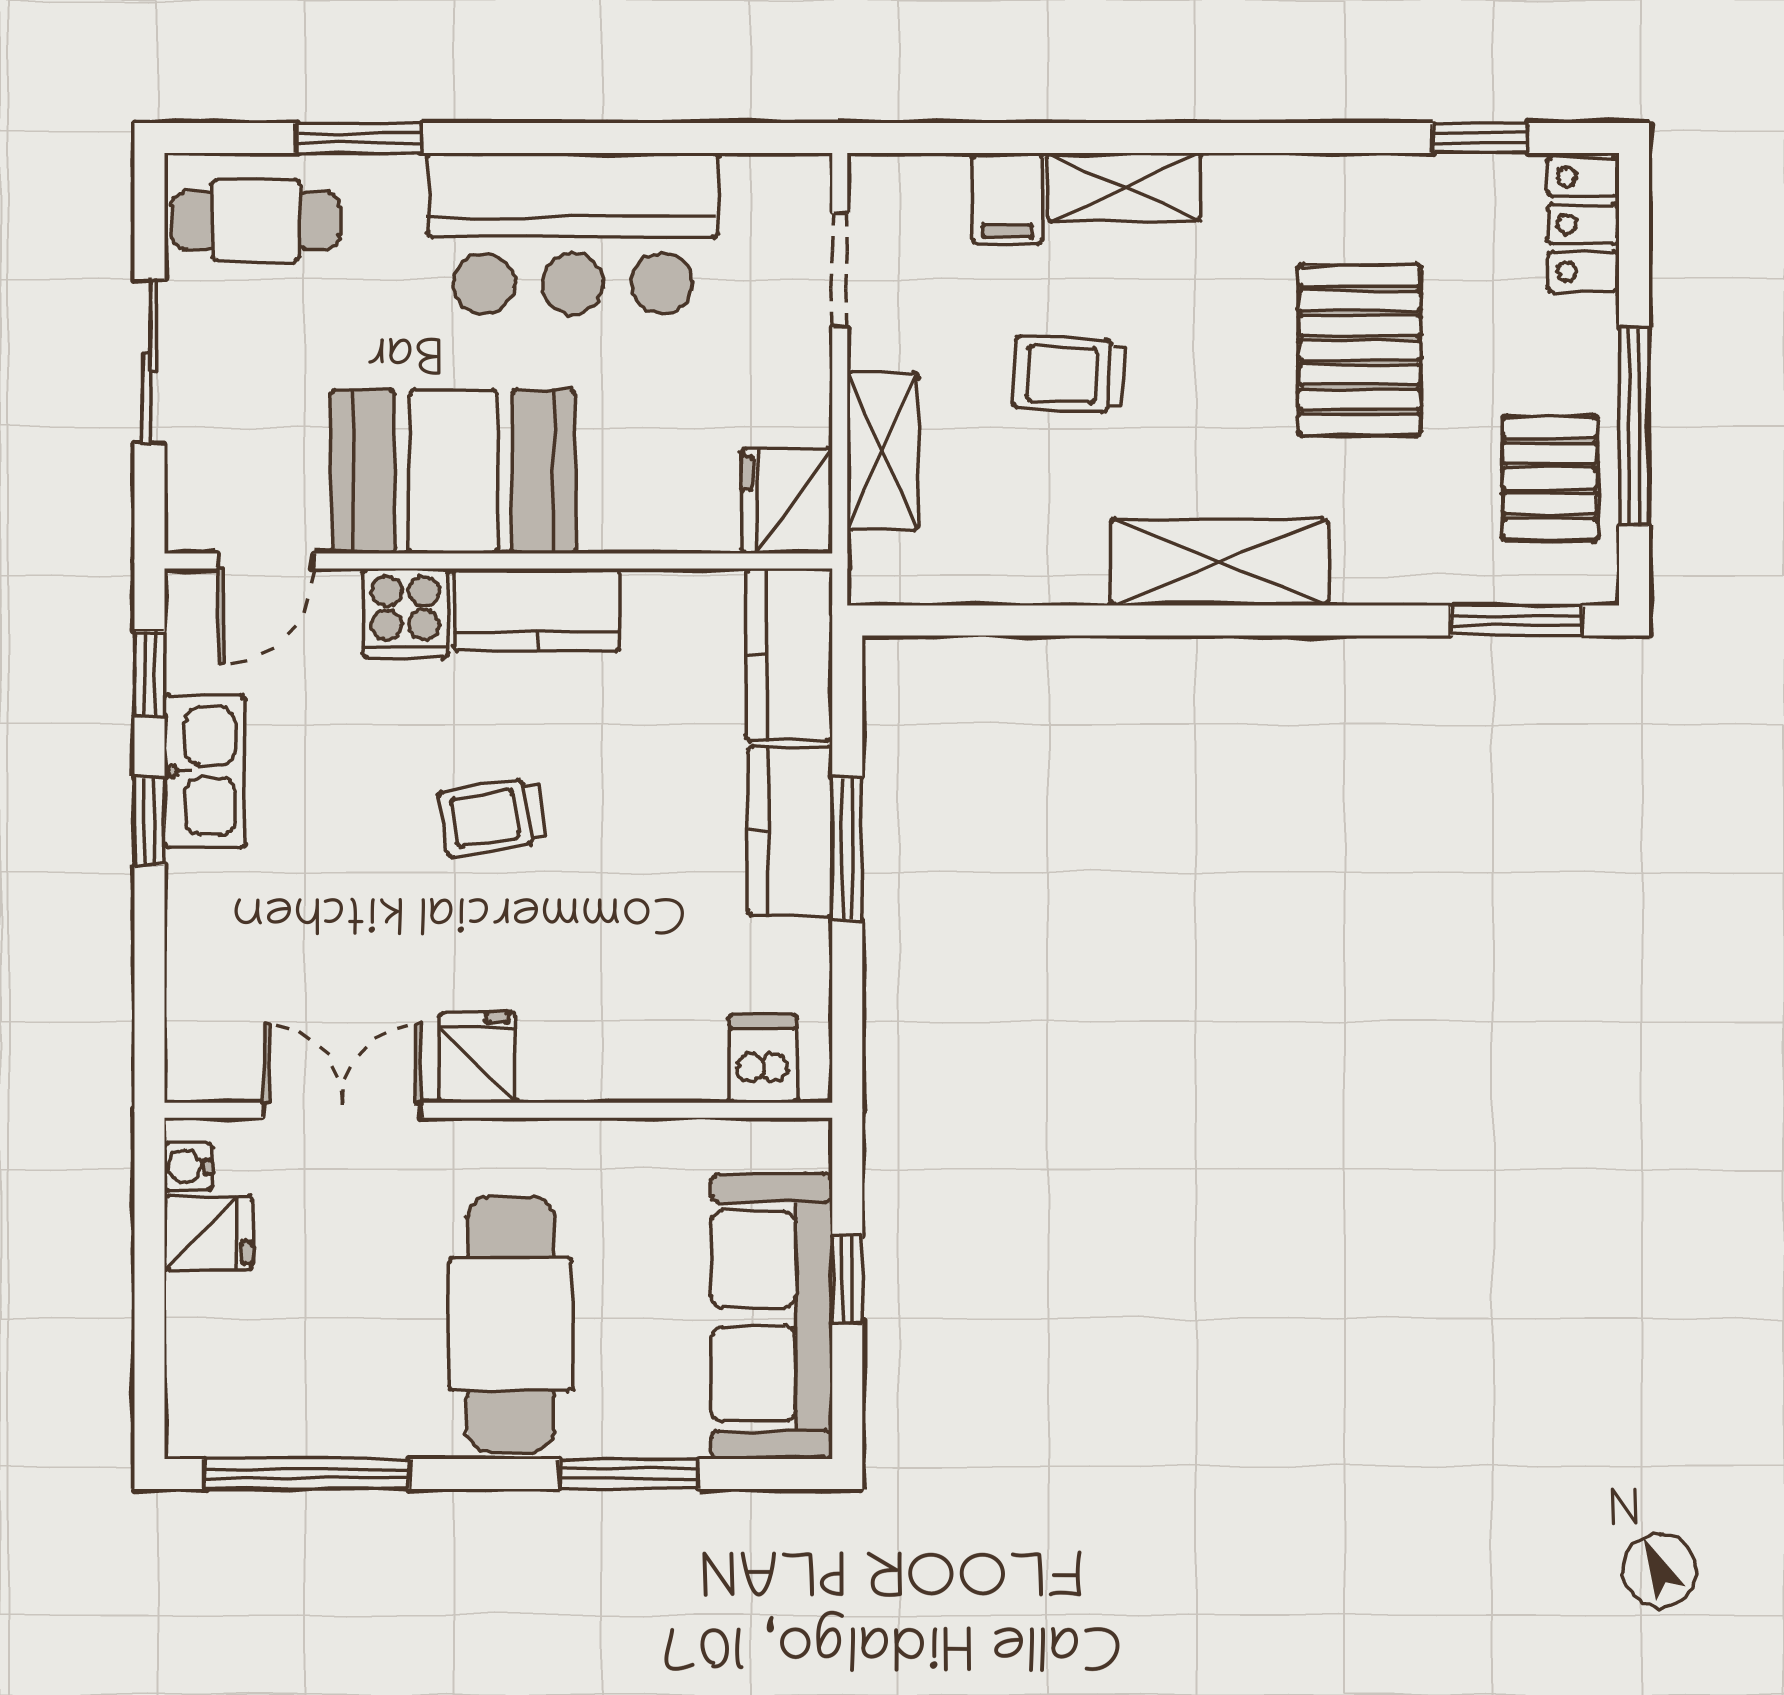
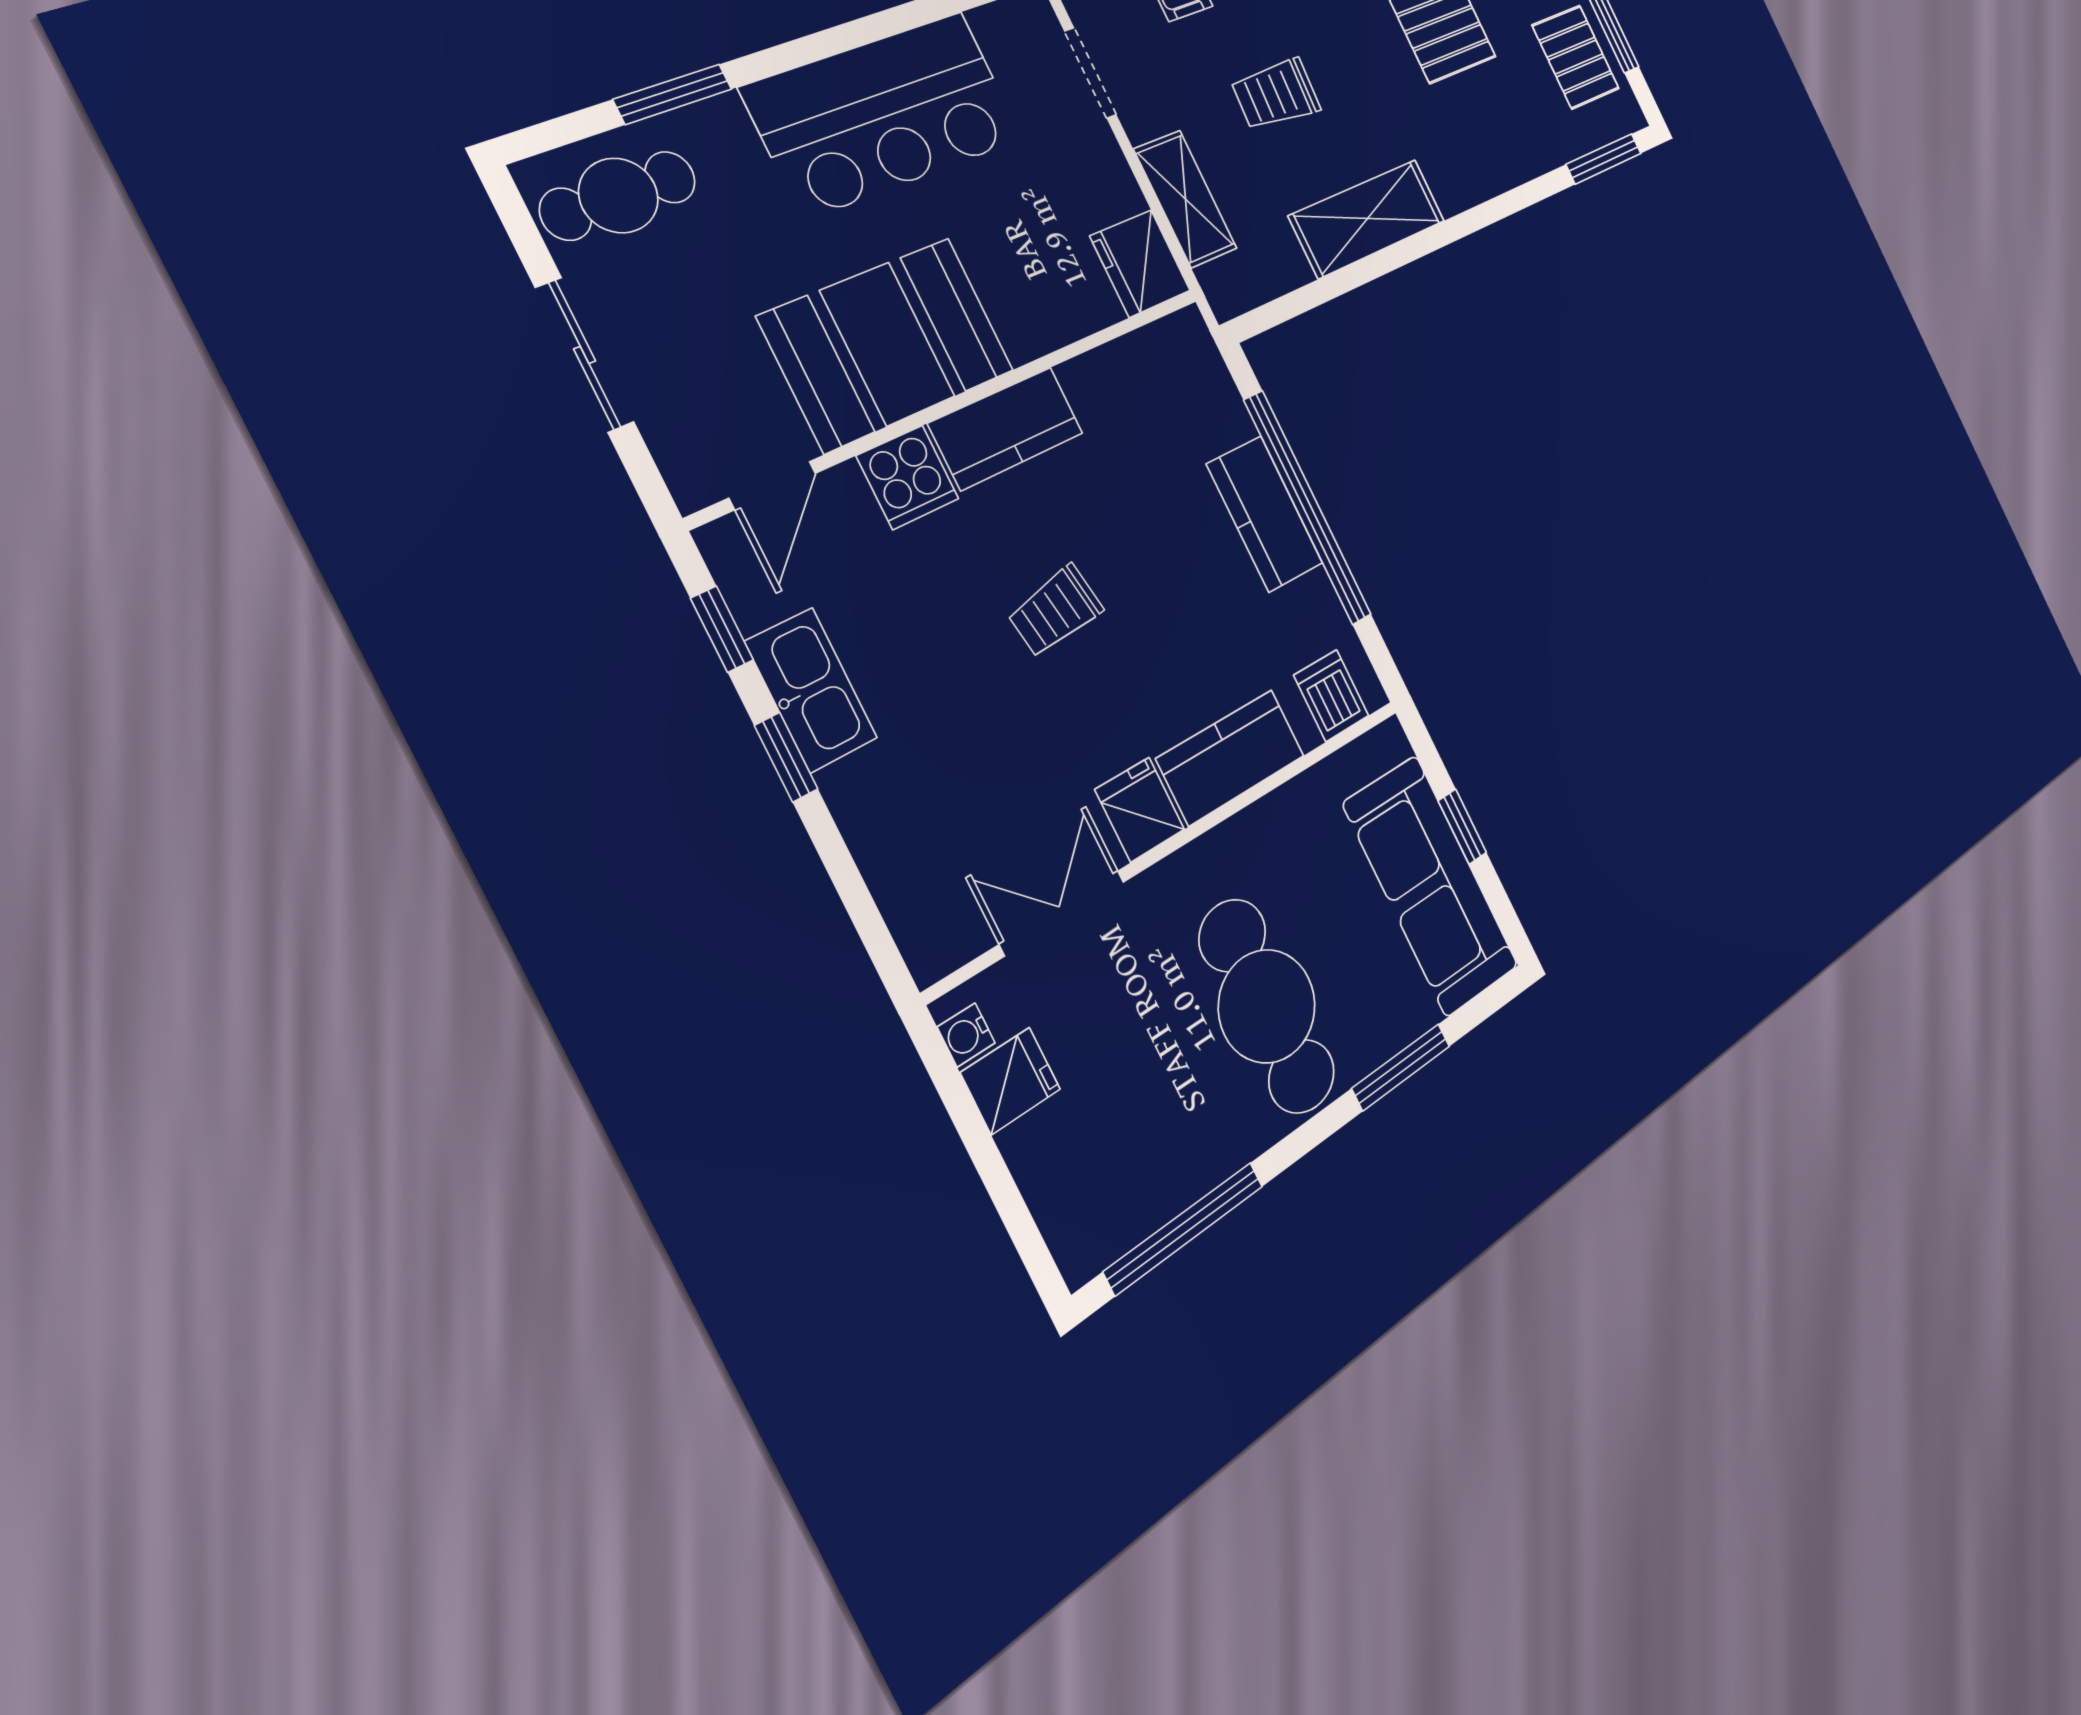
shelving: (1219, 562) -> (1368, 218), moved
kitchen counter: (789, 655) -> (1231, 757), moved, turned 90
window: (847, 849) -> (1307, 508), width x2.11

